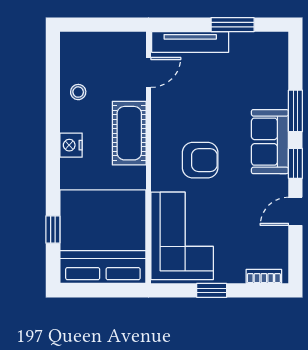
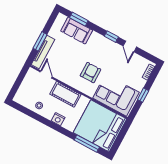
window: (233, 25) -> (40, 41), moved
window: (295, 111) -> (79, 19), moved
sofa: (270, 142) -> (77, 31), moved
window: (53, 229) -> (87, 144), width x2.17

